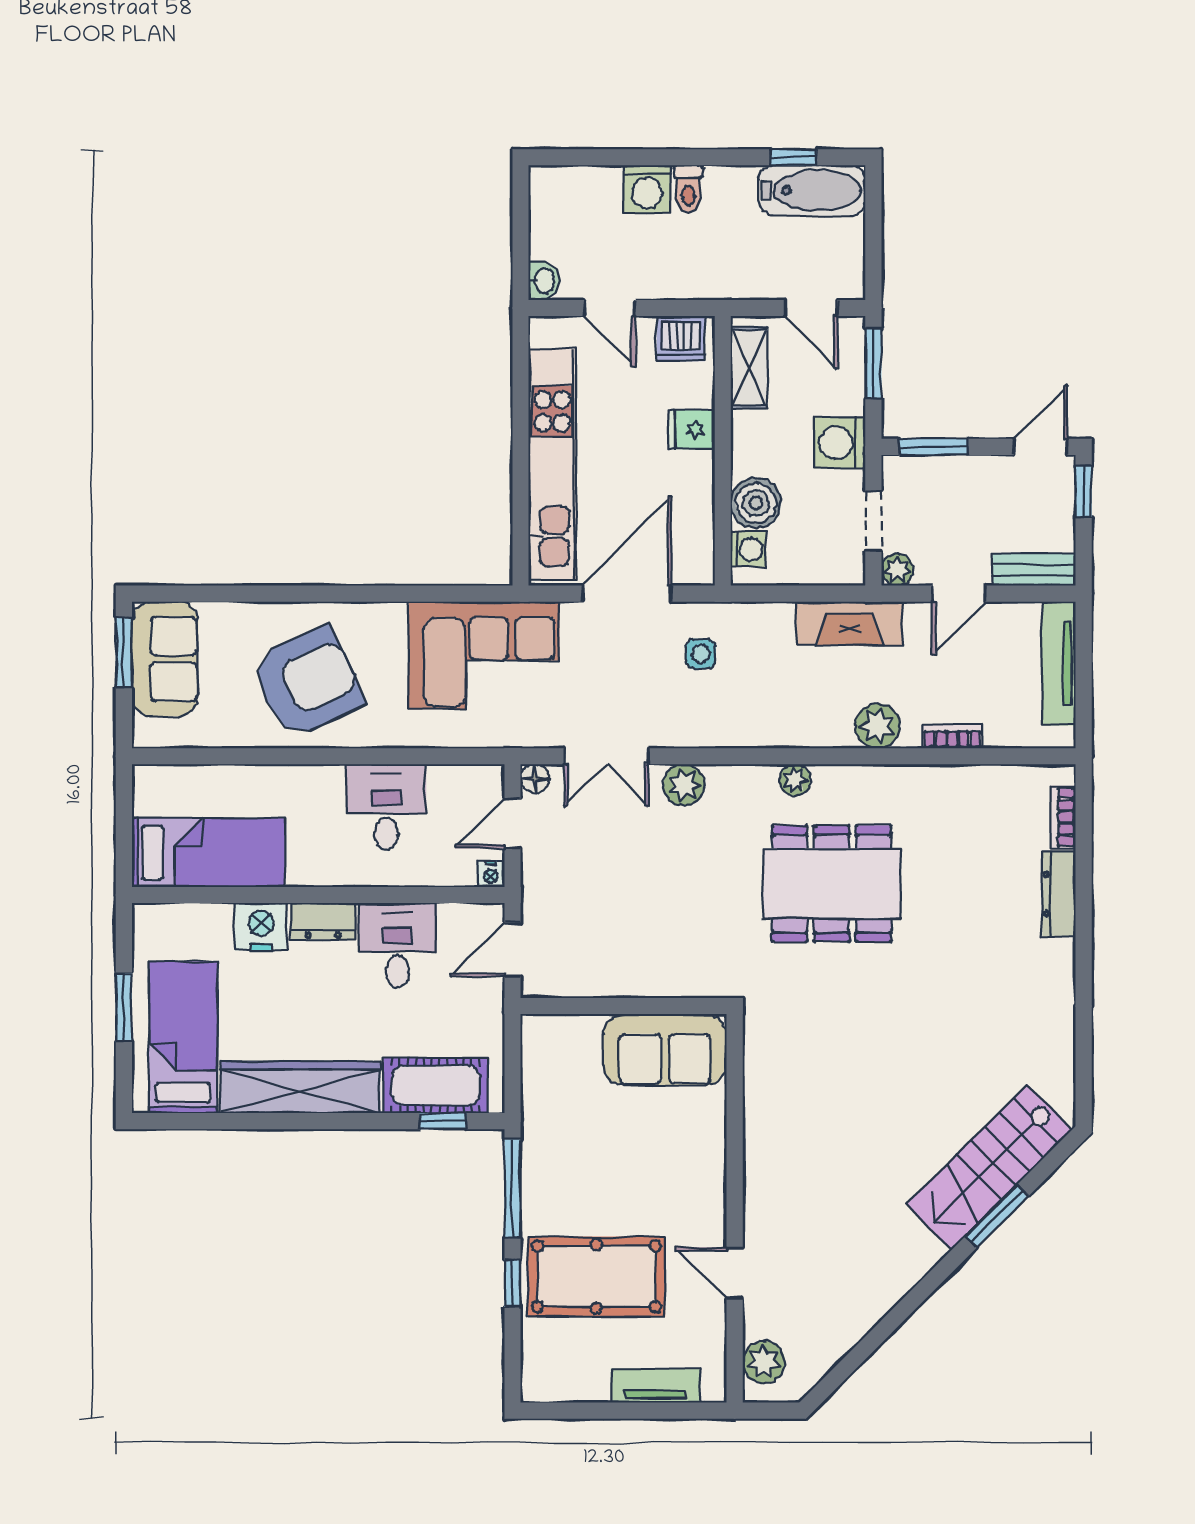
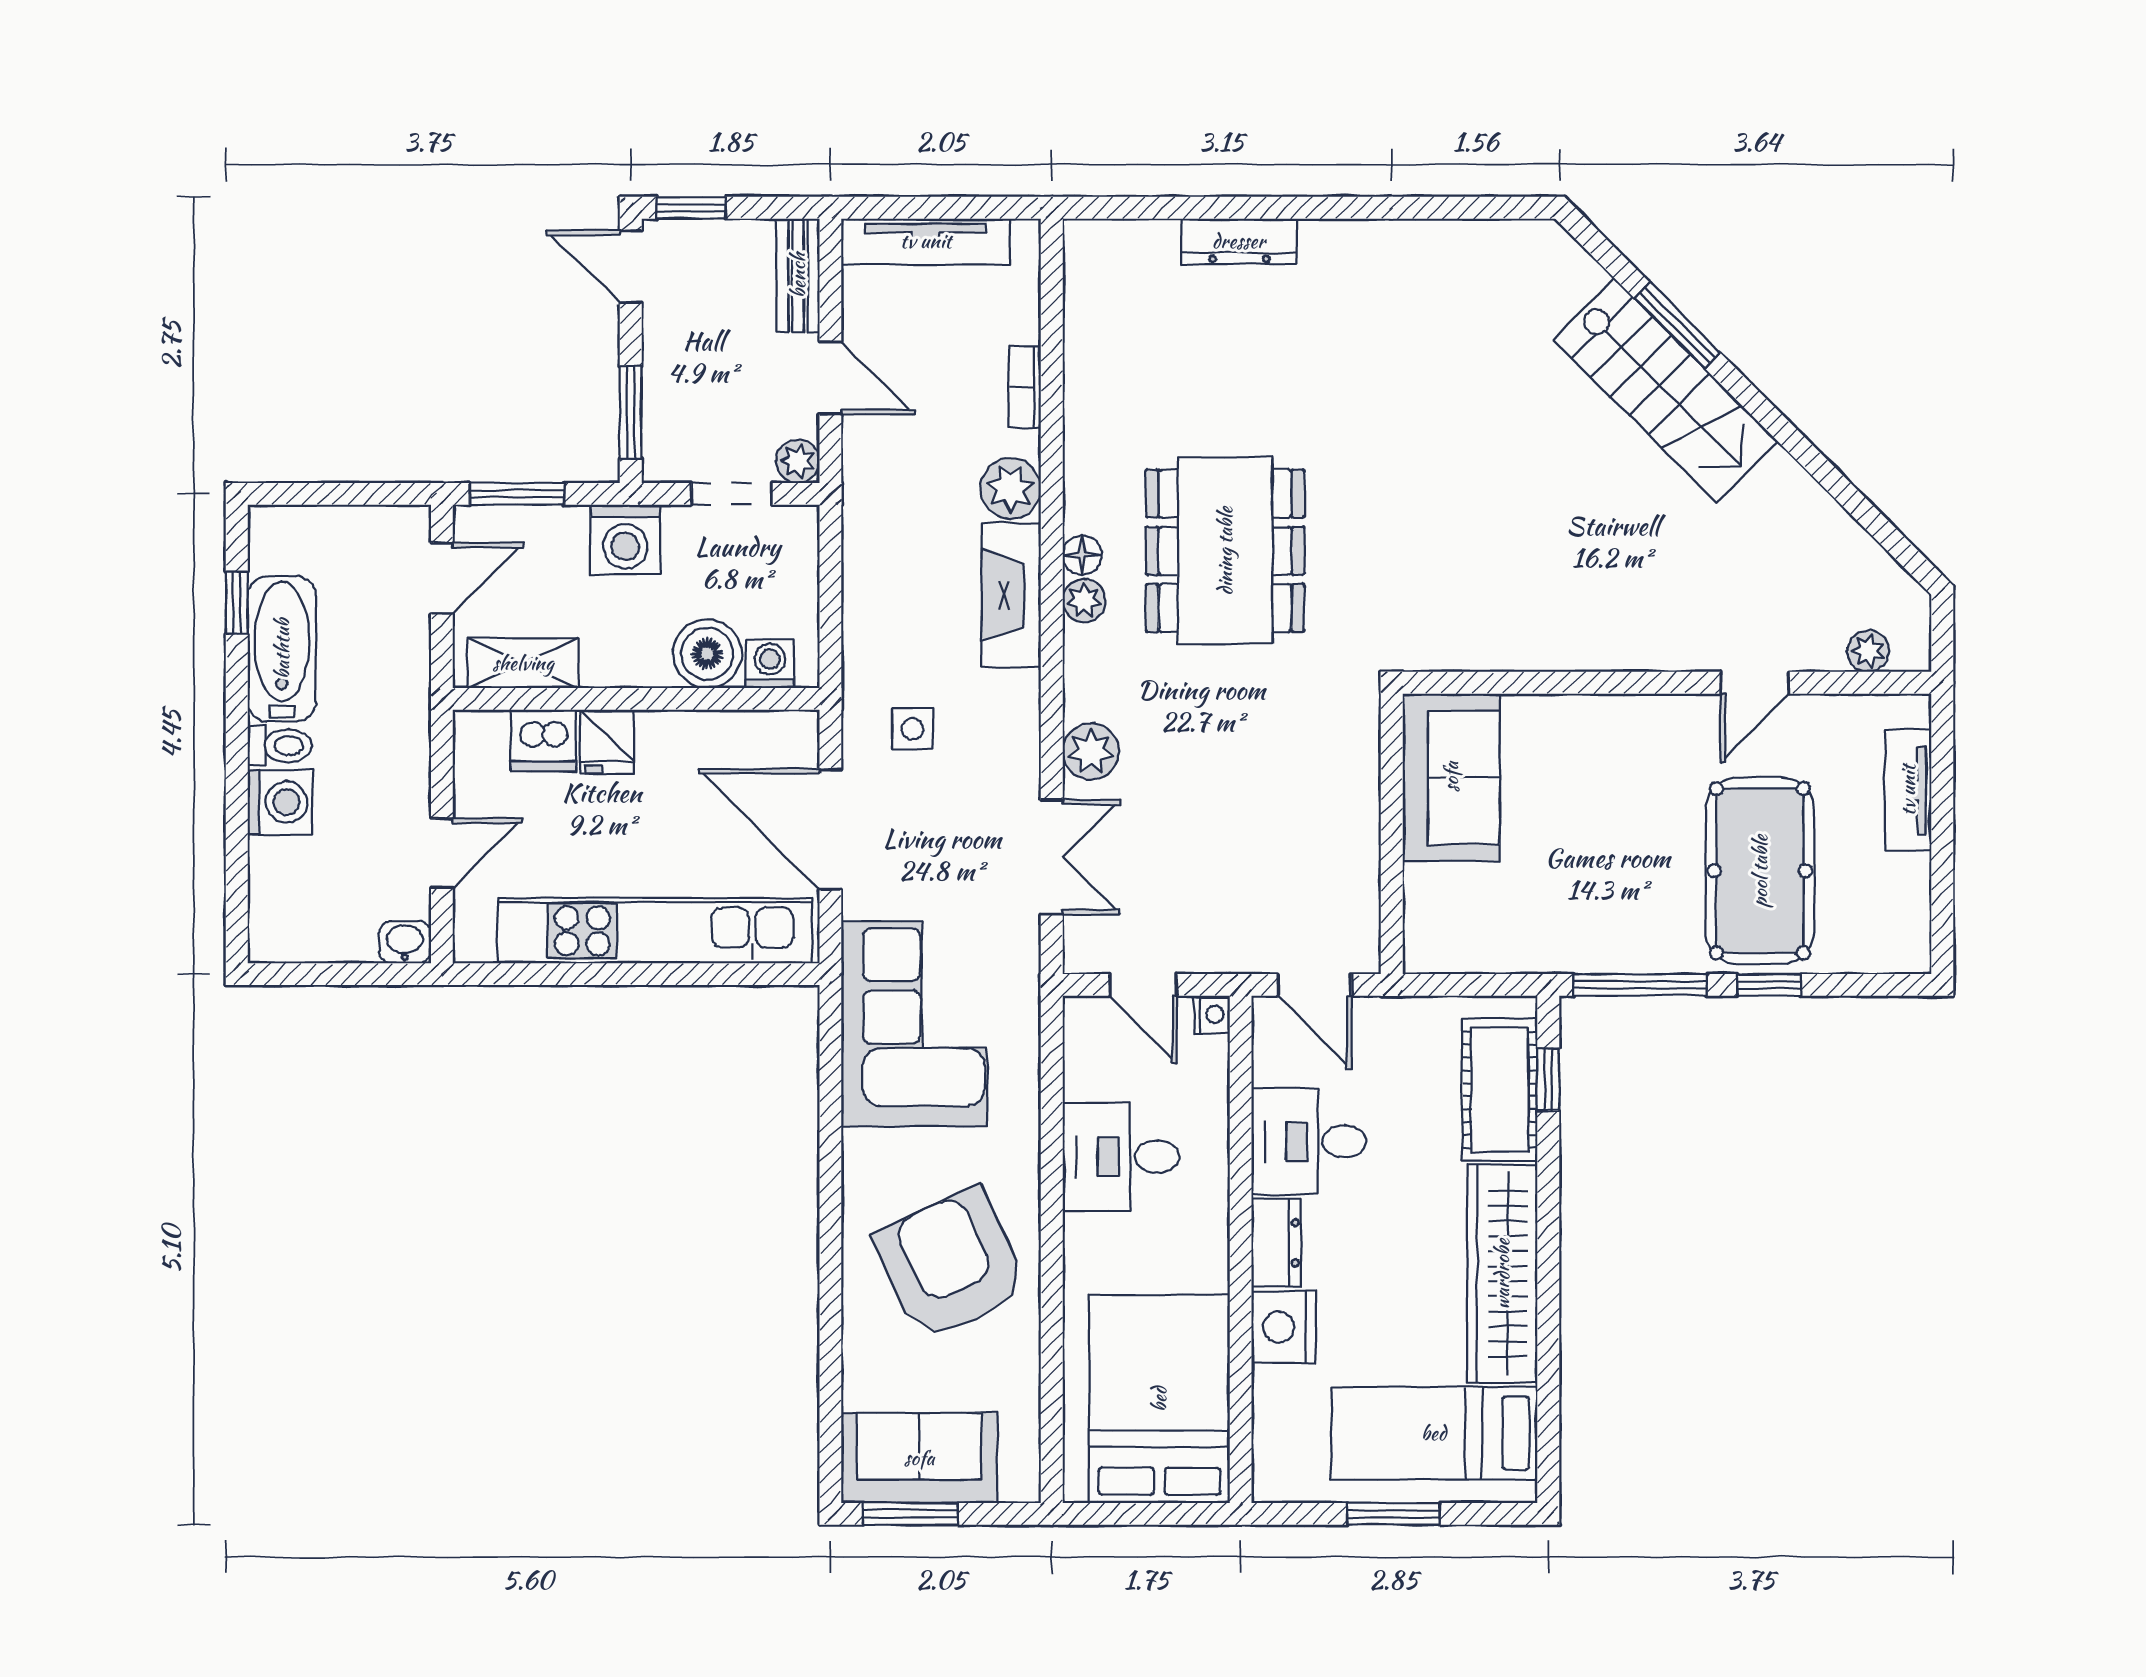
bathtub: (812, 190) -> (282, 649), moved
dishwasher: (681, 339) -> (543, 740), moved, turned 90
fireplace: (849, 623) -> (1011, 595), moved, turned 180
floor lamp: (535, 779) -> (1082, 555), moved
bookcase: (1063, 817) -> (1135, 236), removed
bed: (208, 853) -> (1159, 1399), width x1.50
stairs: (990, 1167) -> (1665, 390), moved
plant: (764, 1362) -> (1868, 651), width x0.73, depth x0.73

